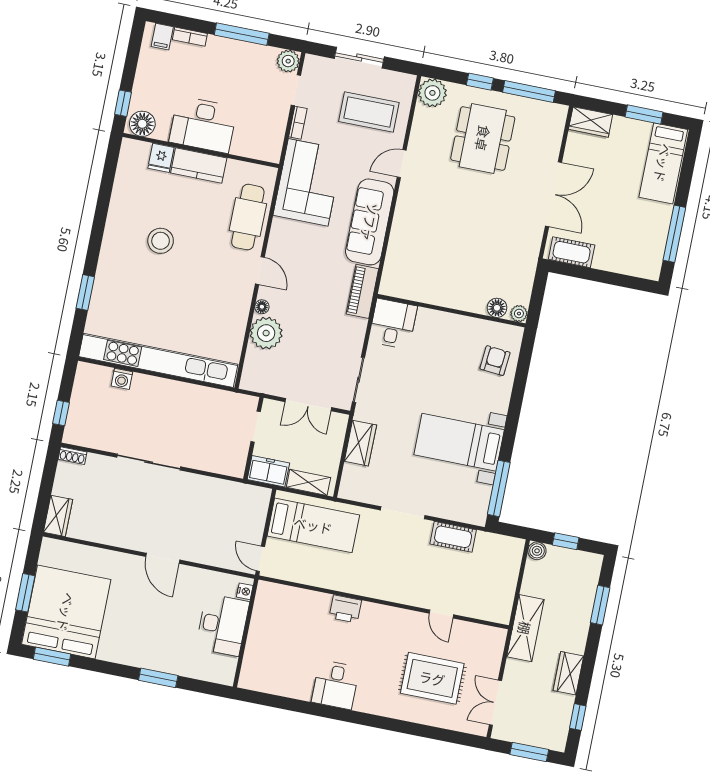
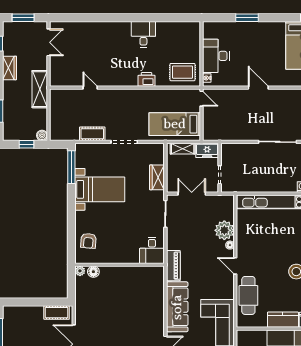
rug: (432, 678) -> (182, 72), moved, width x0.73, depth x0.70

